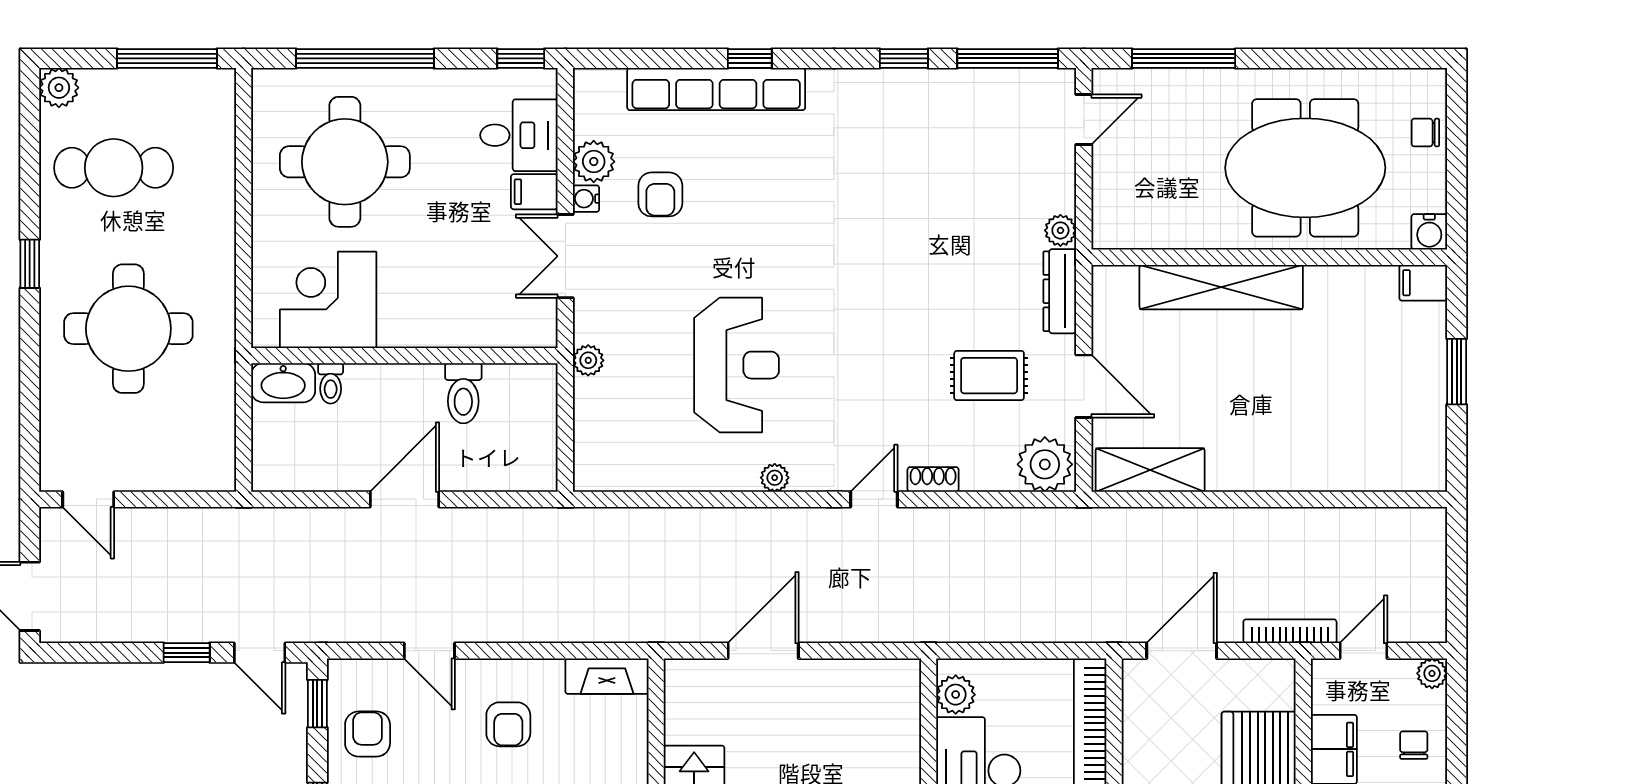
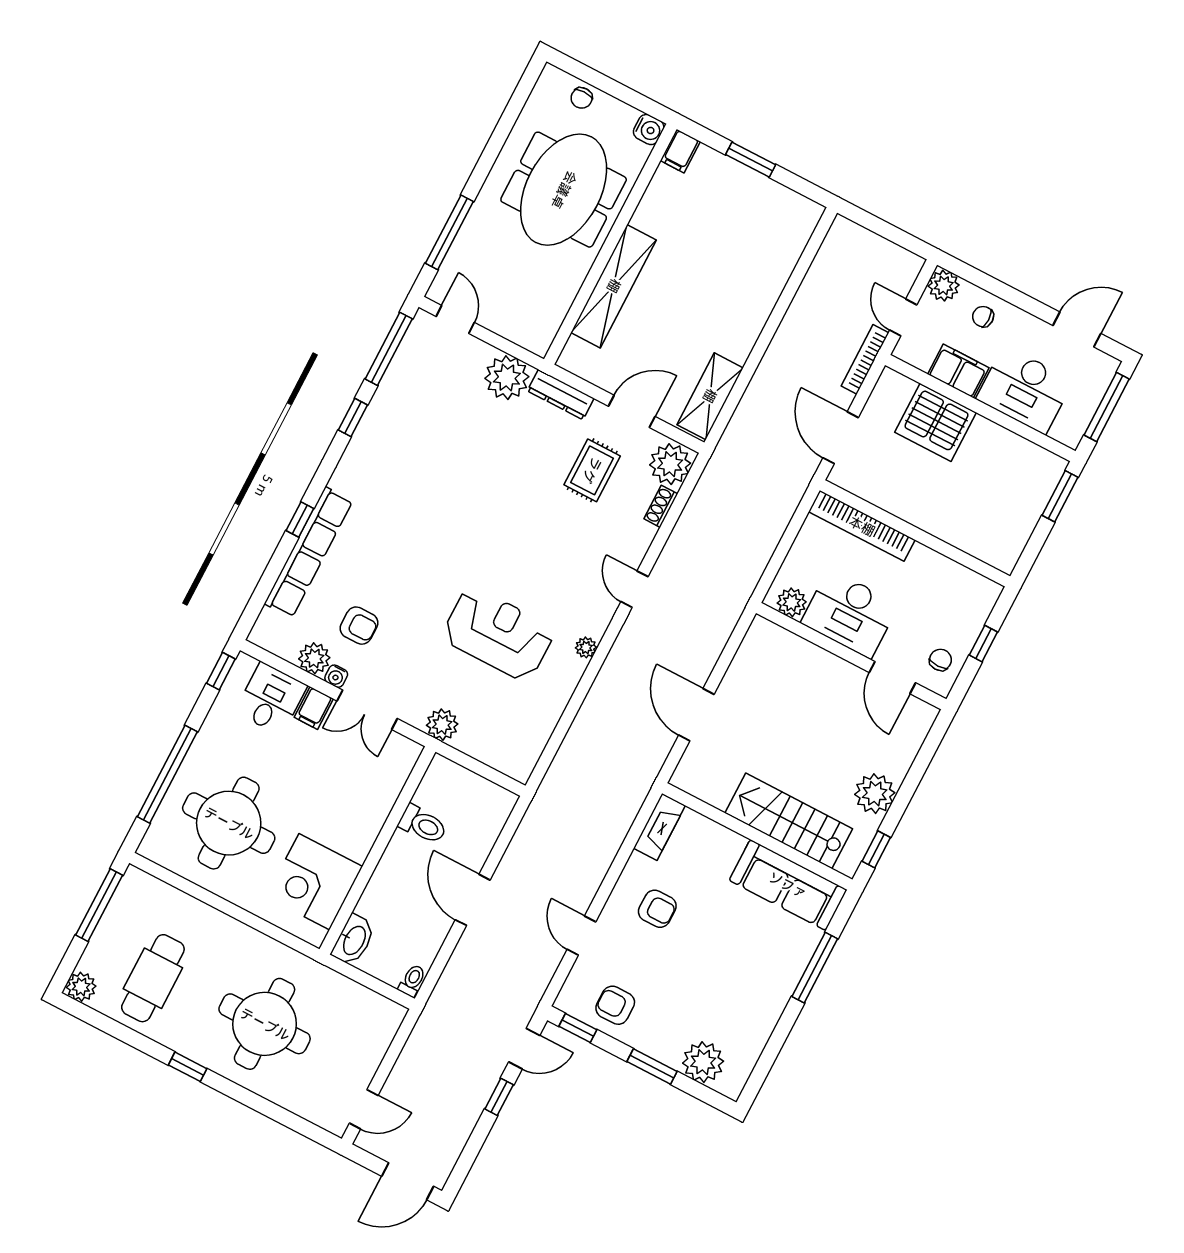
plant: (1060, 230) -> (507, 378), width x1.88, depth x1.88
plant: (588, 360) -> (442, 725), width x1.38, depth x1.38
toilet: (331, 383) -> (412, 980), moved, turned -90
shoe rack: (933, 479) -> (661, 506), moved
door: (429, 651) -> (581, 936), swing flipped
plant: (1432, 673) -> (944, 286), width x1.38, depth x1.38

